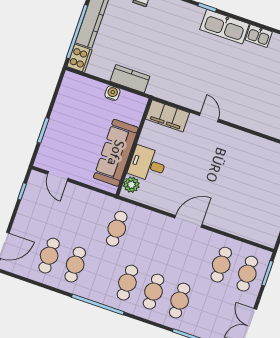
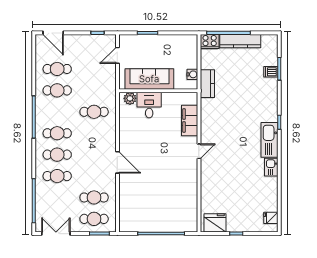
wall: (134, 147) -> (158, 91), moved
sofa: (116, 153) -> (149, 79), moved
desk: (148, 164) -> (149, 105), moved
plant: (131, 185) -> (130, 98), moved

